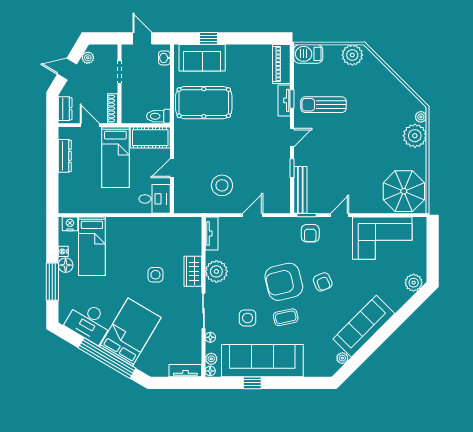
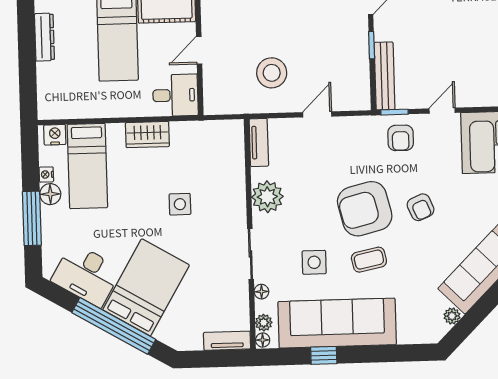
wardrobe: (193, 271) -> (147, 135), moved, turned -90

